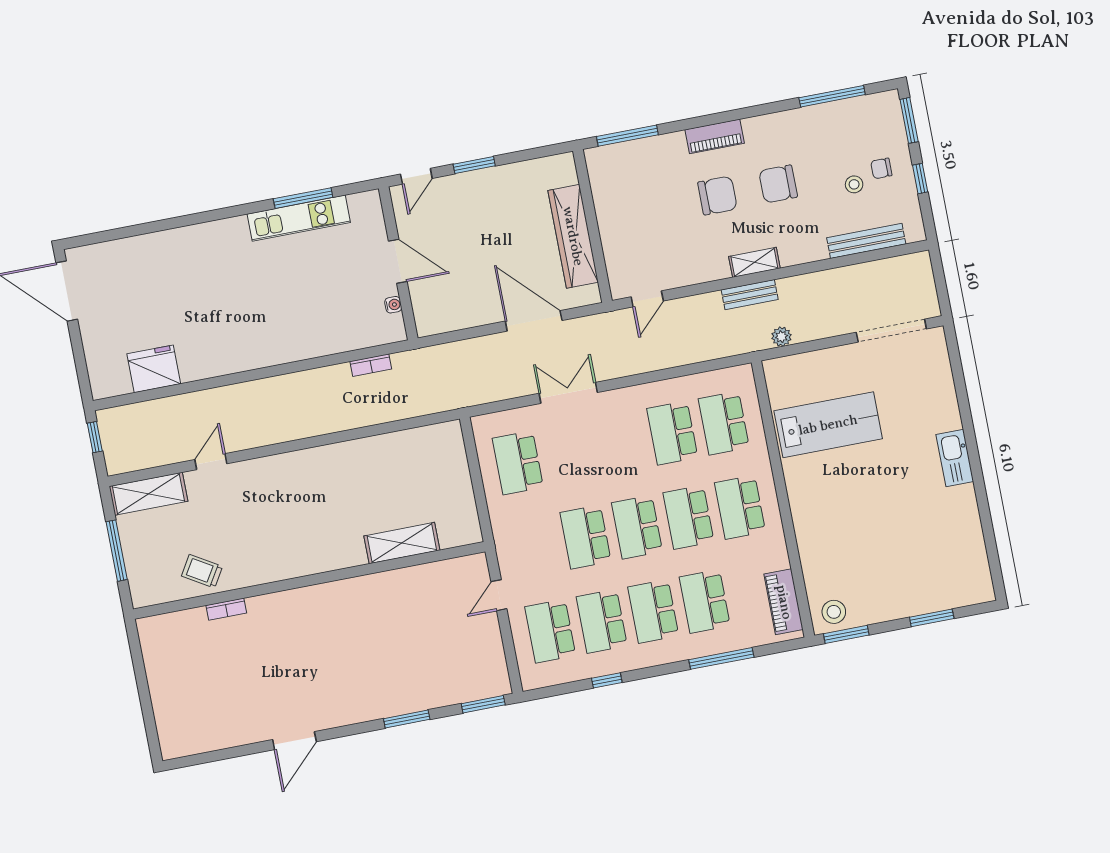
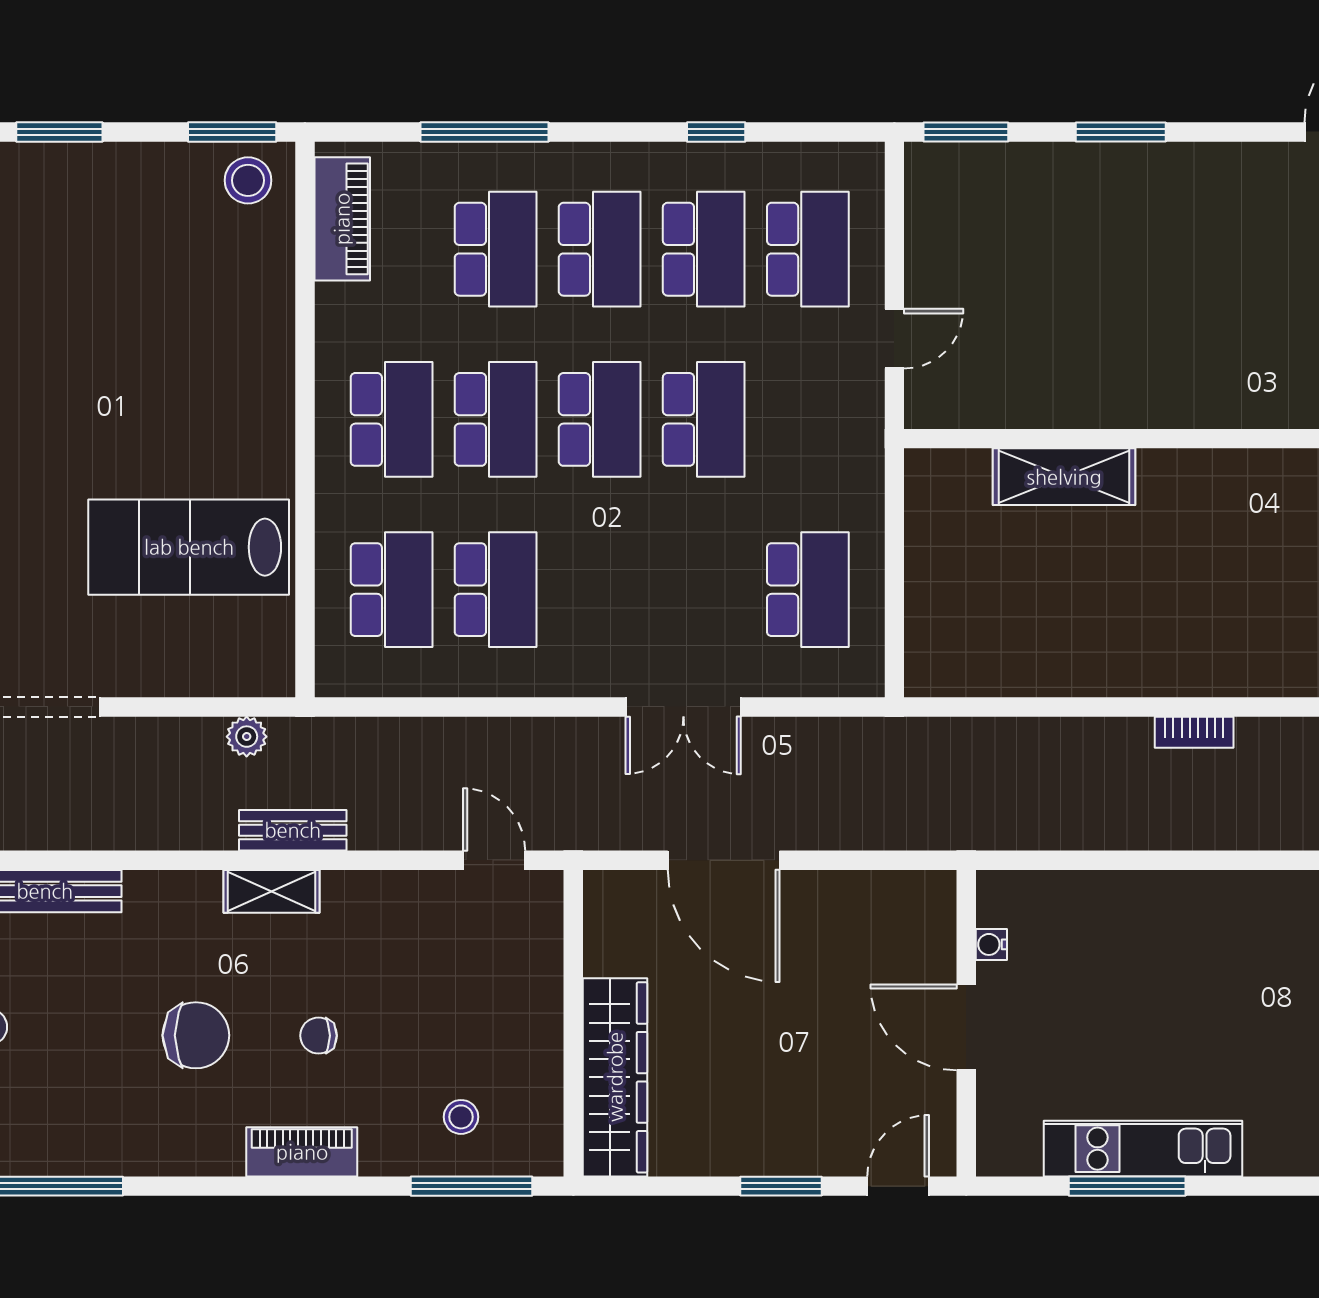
stool: (854, 184) -> (461, 1117), moved
chair: (717, 196) -> (319, 1036), width x0.54, depth x0.54
wardrobe: (573, 236) -> (615, 1077), moved
door: (647, 299) -> (494, 860), hinge flipped
bookcase: (371, 365) -> (1194, 732), moved, turned 180

